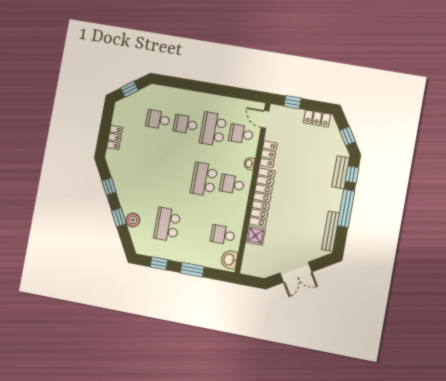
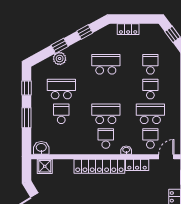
school desk: (149, 169) -> (106, 64), added
school desk: (223, 235) -> (61, 114), moved
shower: (255, 235) -> (45, 166), moved

